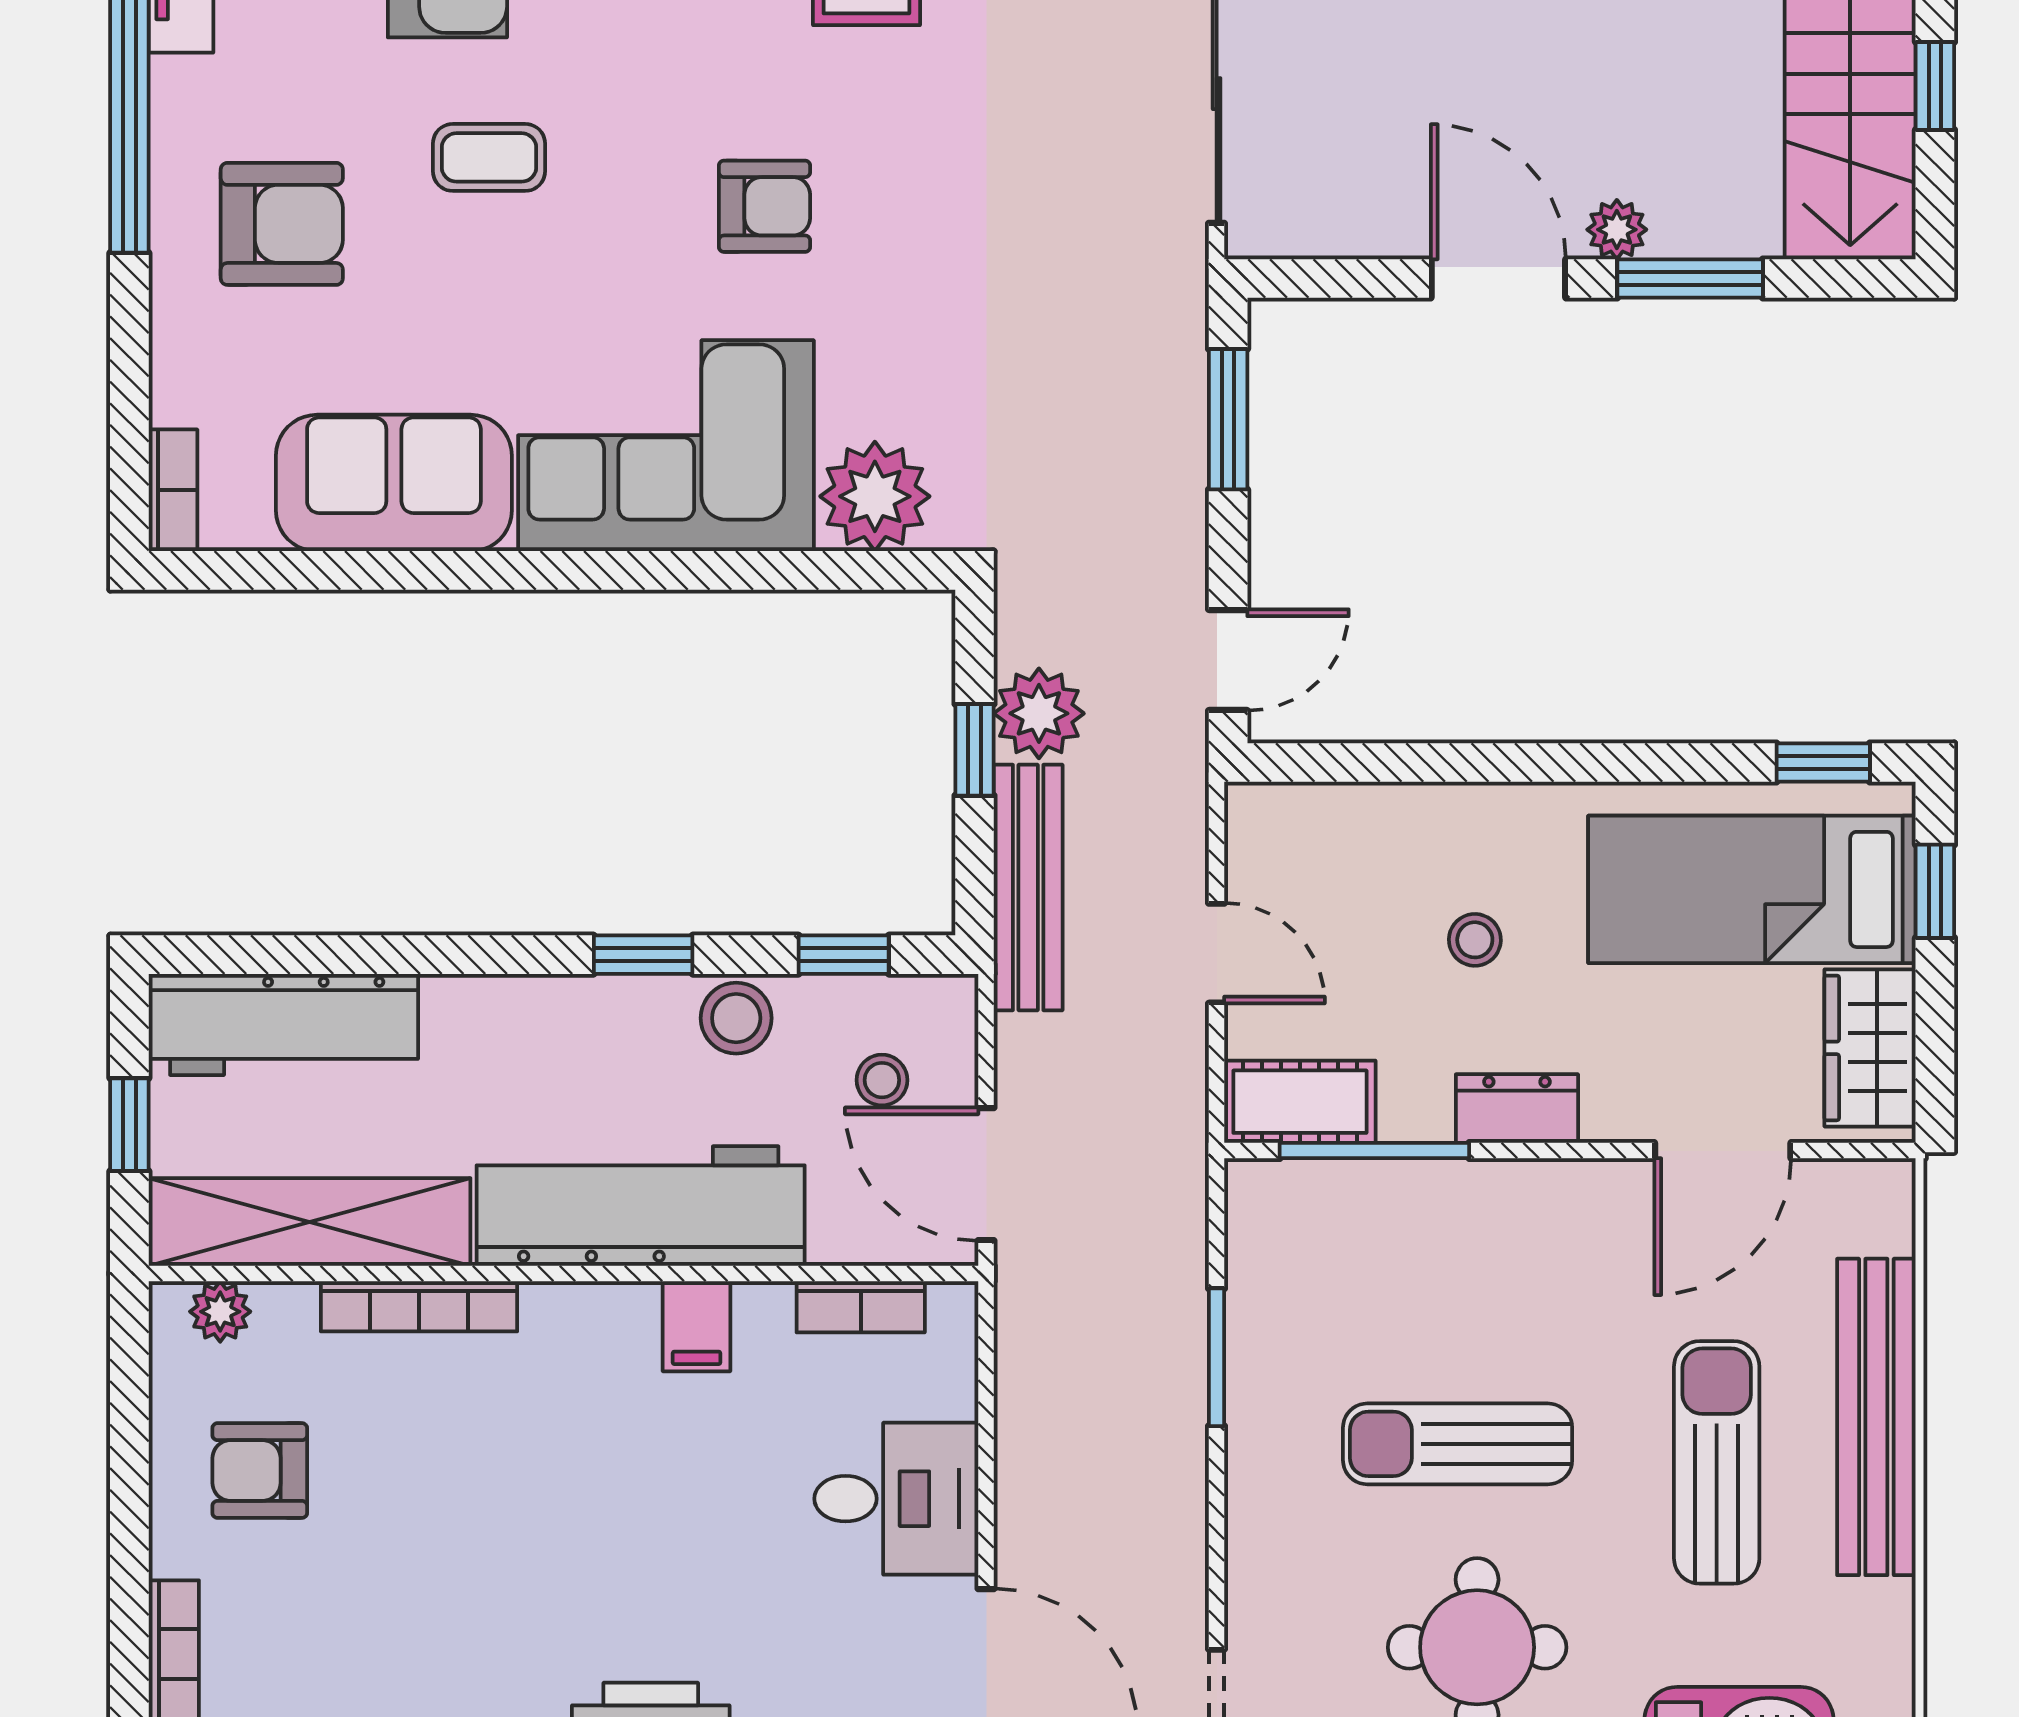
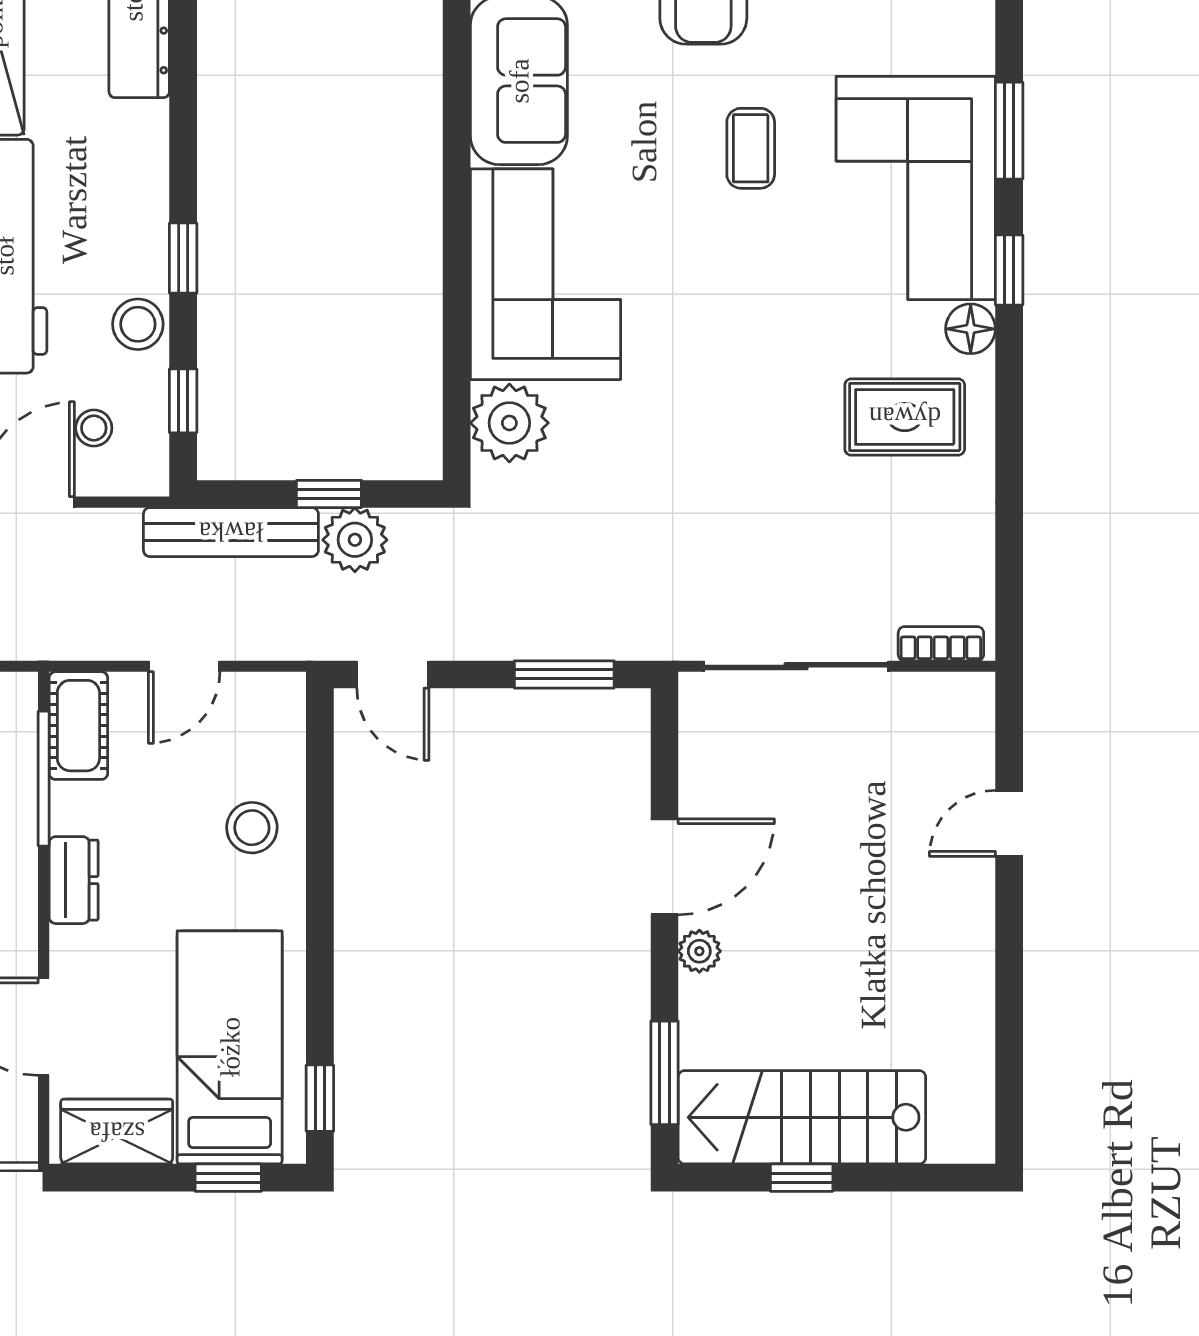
armchair: (764, 206) -> (716, 344), removed
window: (1690, 278) -> (664, 1073), moved
stool: (1475, 940) -> (252, 828), moved, width x1.37, depth x1.37

